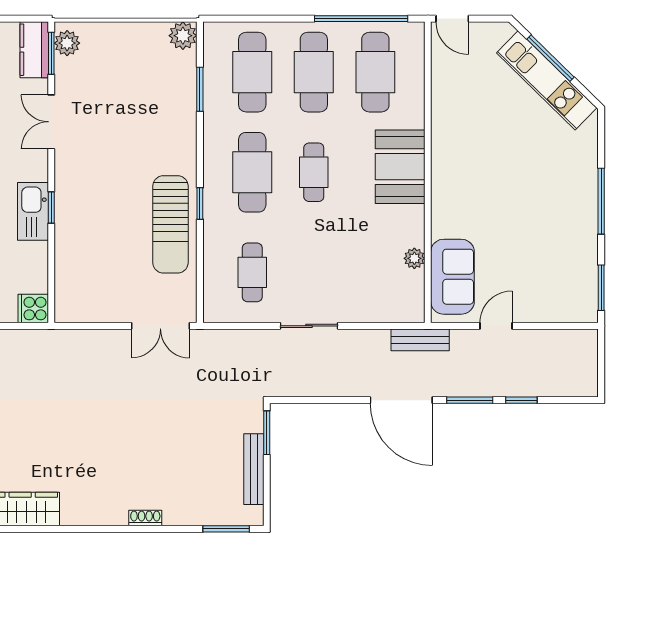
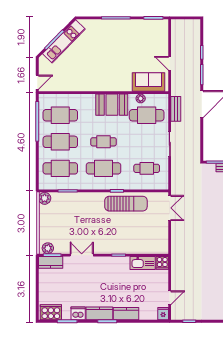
double door: (51, 122) -> (82, 255), swing flipped
booth: (400, 167) -> (112, 105), moved
kitchen sink: (33, 211) -> (143, 263), moved
cafe table: (375, 272) -> (147, 115), added
bench: (420, 340) -> (176, 109), moved

